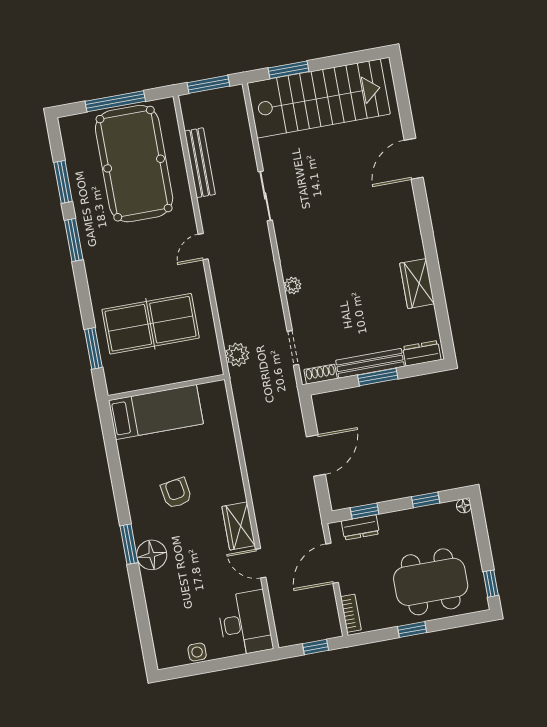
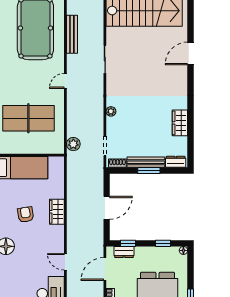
wardrobe: (239, 526) -> (57, 212), moved

